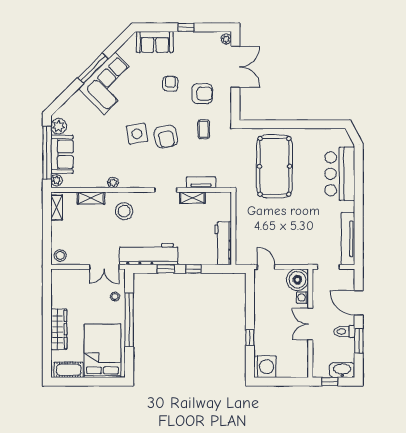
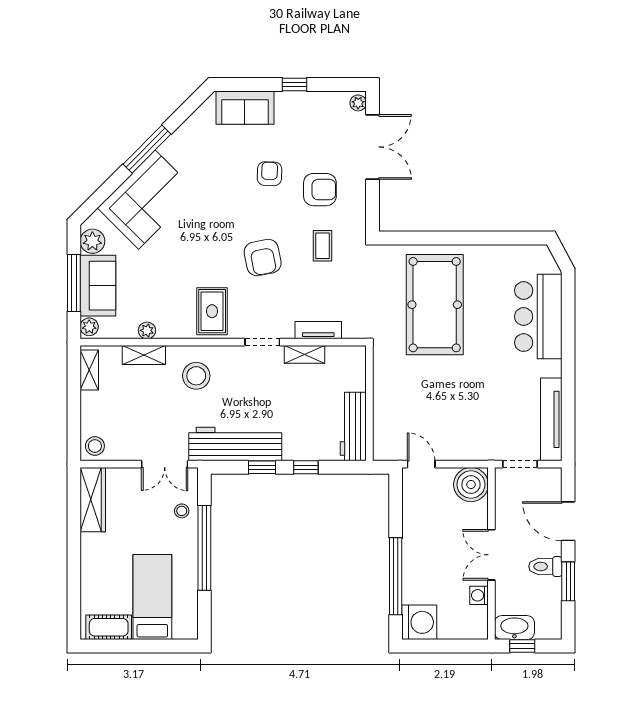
corner sofa: (110, 83) -> (147, 200), moved
side table: (137, 134) -> (217, 253), removed
window: (47, 153) -> (74, 283), width x0.68
rug: (134, 170) -> (212, 311), added
plant: (113, 183) -> (147, 330), moved
washing machine: (302, 298) -> (479, 595), moved
wardrobe: (59, 329) -> (93, 500), moved
window: (250, 338) -> (396, 576), width x3.17
bed: (102, 351) -> (152, 597), width x0.67
washbasin: (342, 370) -> (514, 628), moved

